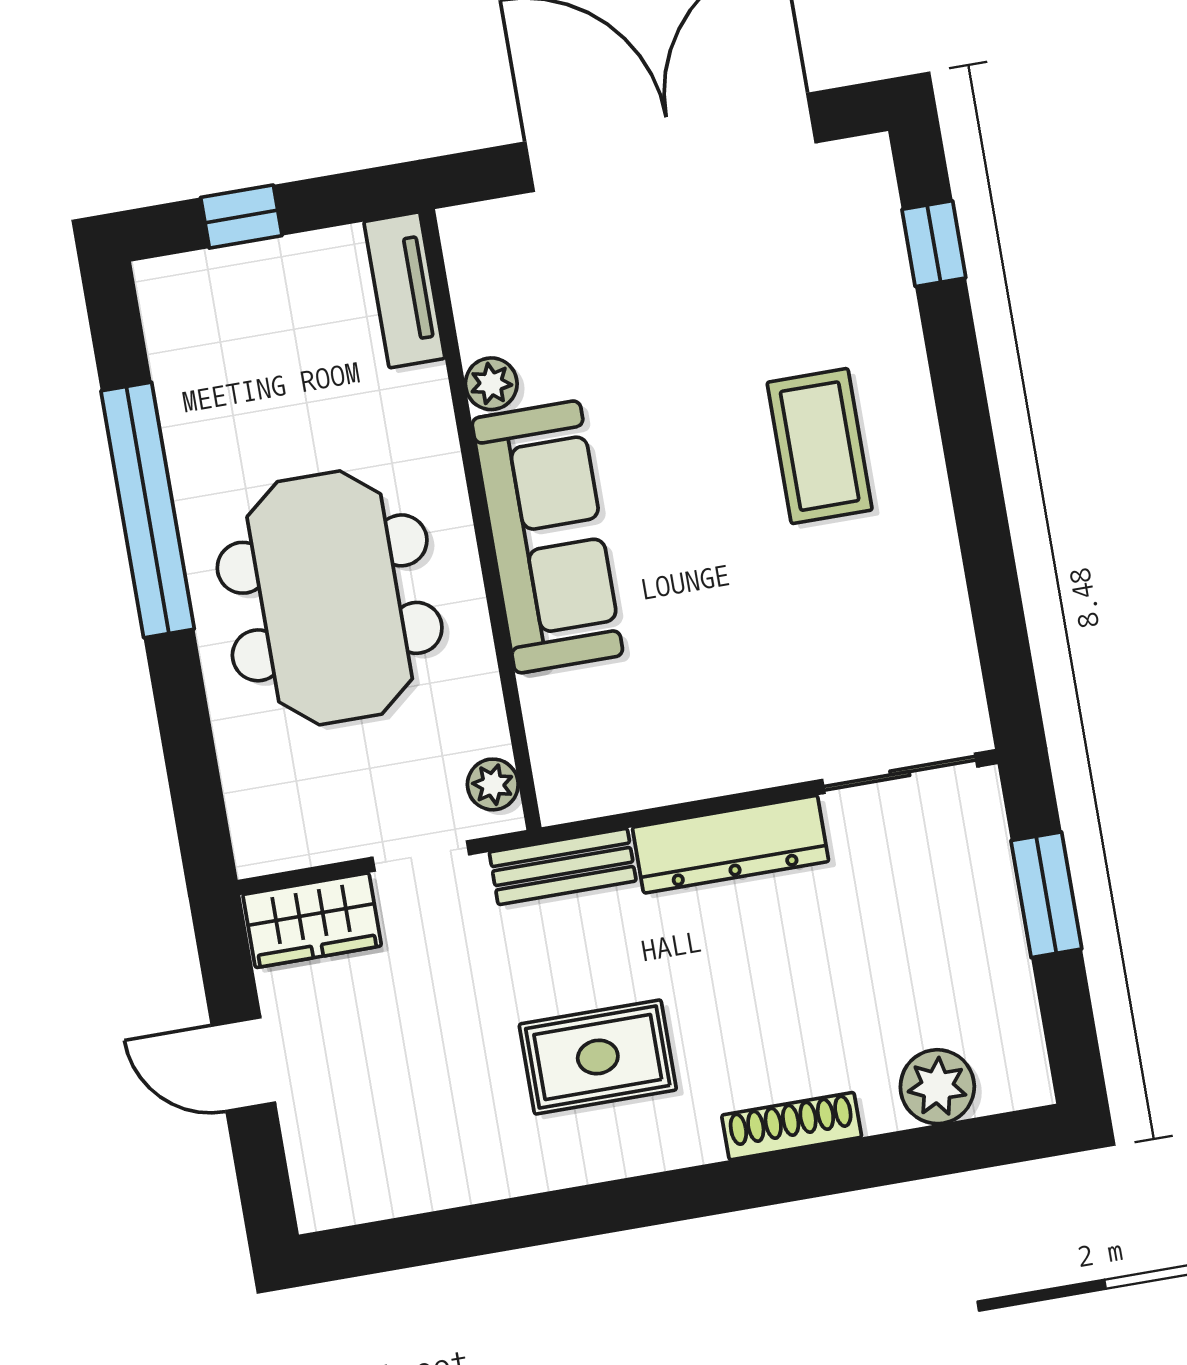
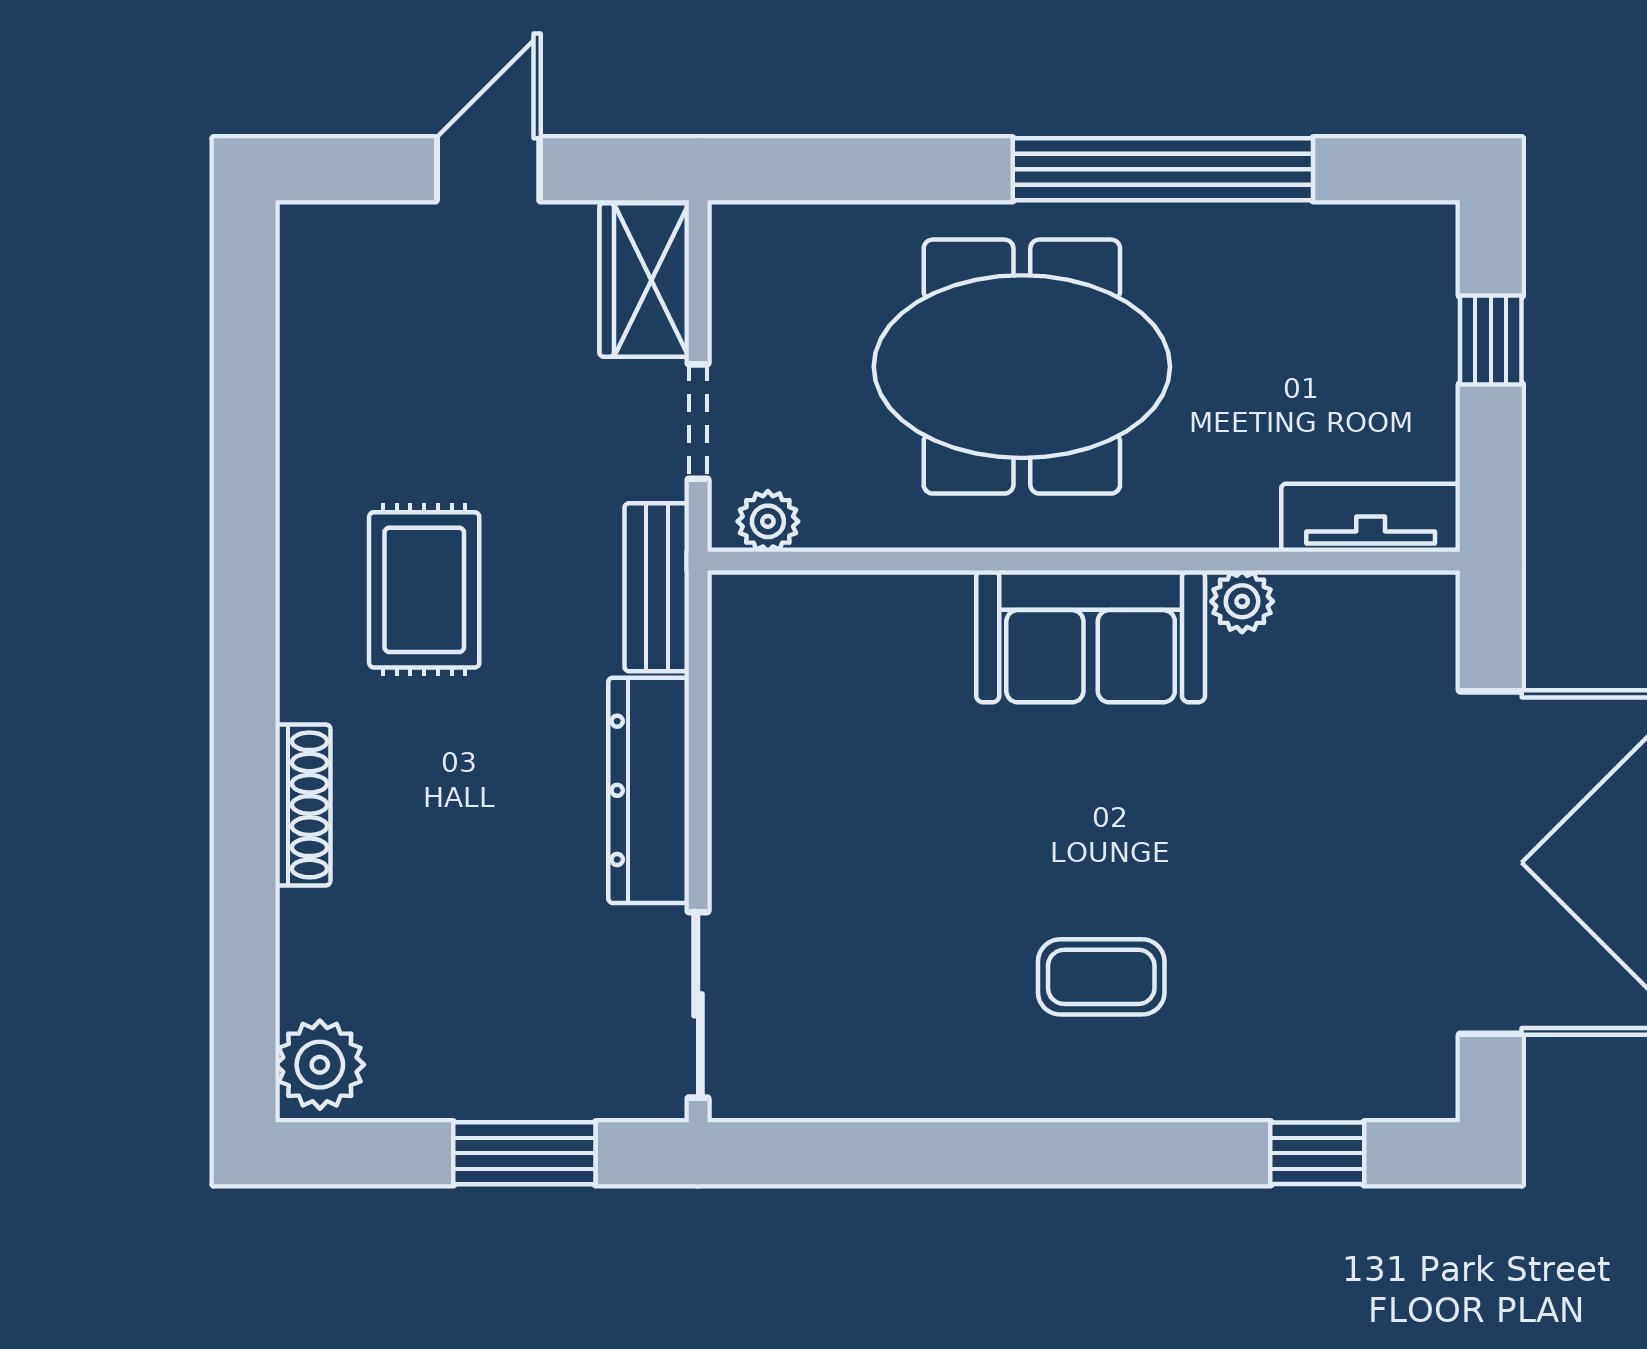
coffee table: (820, 446) -> (1101, 977), width x0.73, depth x0.77
sofa: (547, 537) -> (1091, 636), width x0.73
plant: (937, 1087) -> (320, 1065), moved

